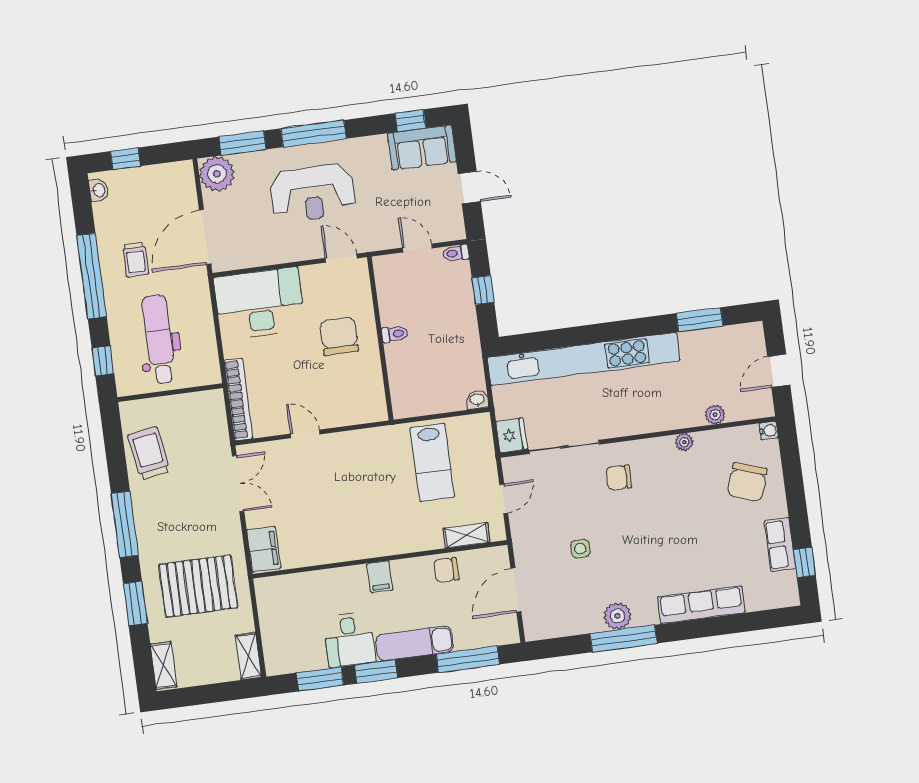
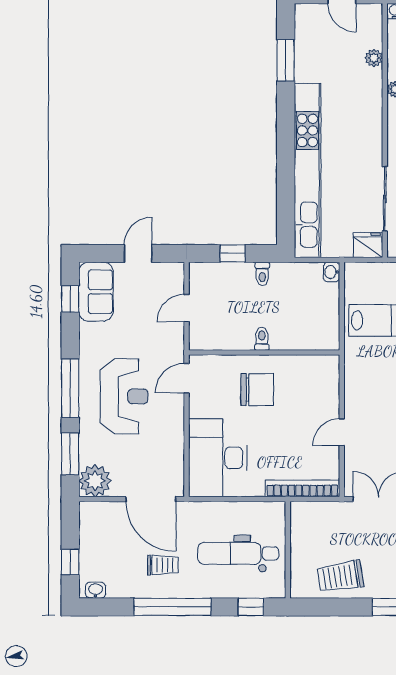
toilet: (456, 253) -> (262, 274), moved
chair: (339, 336) -> (257, 390), turned 180

